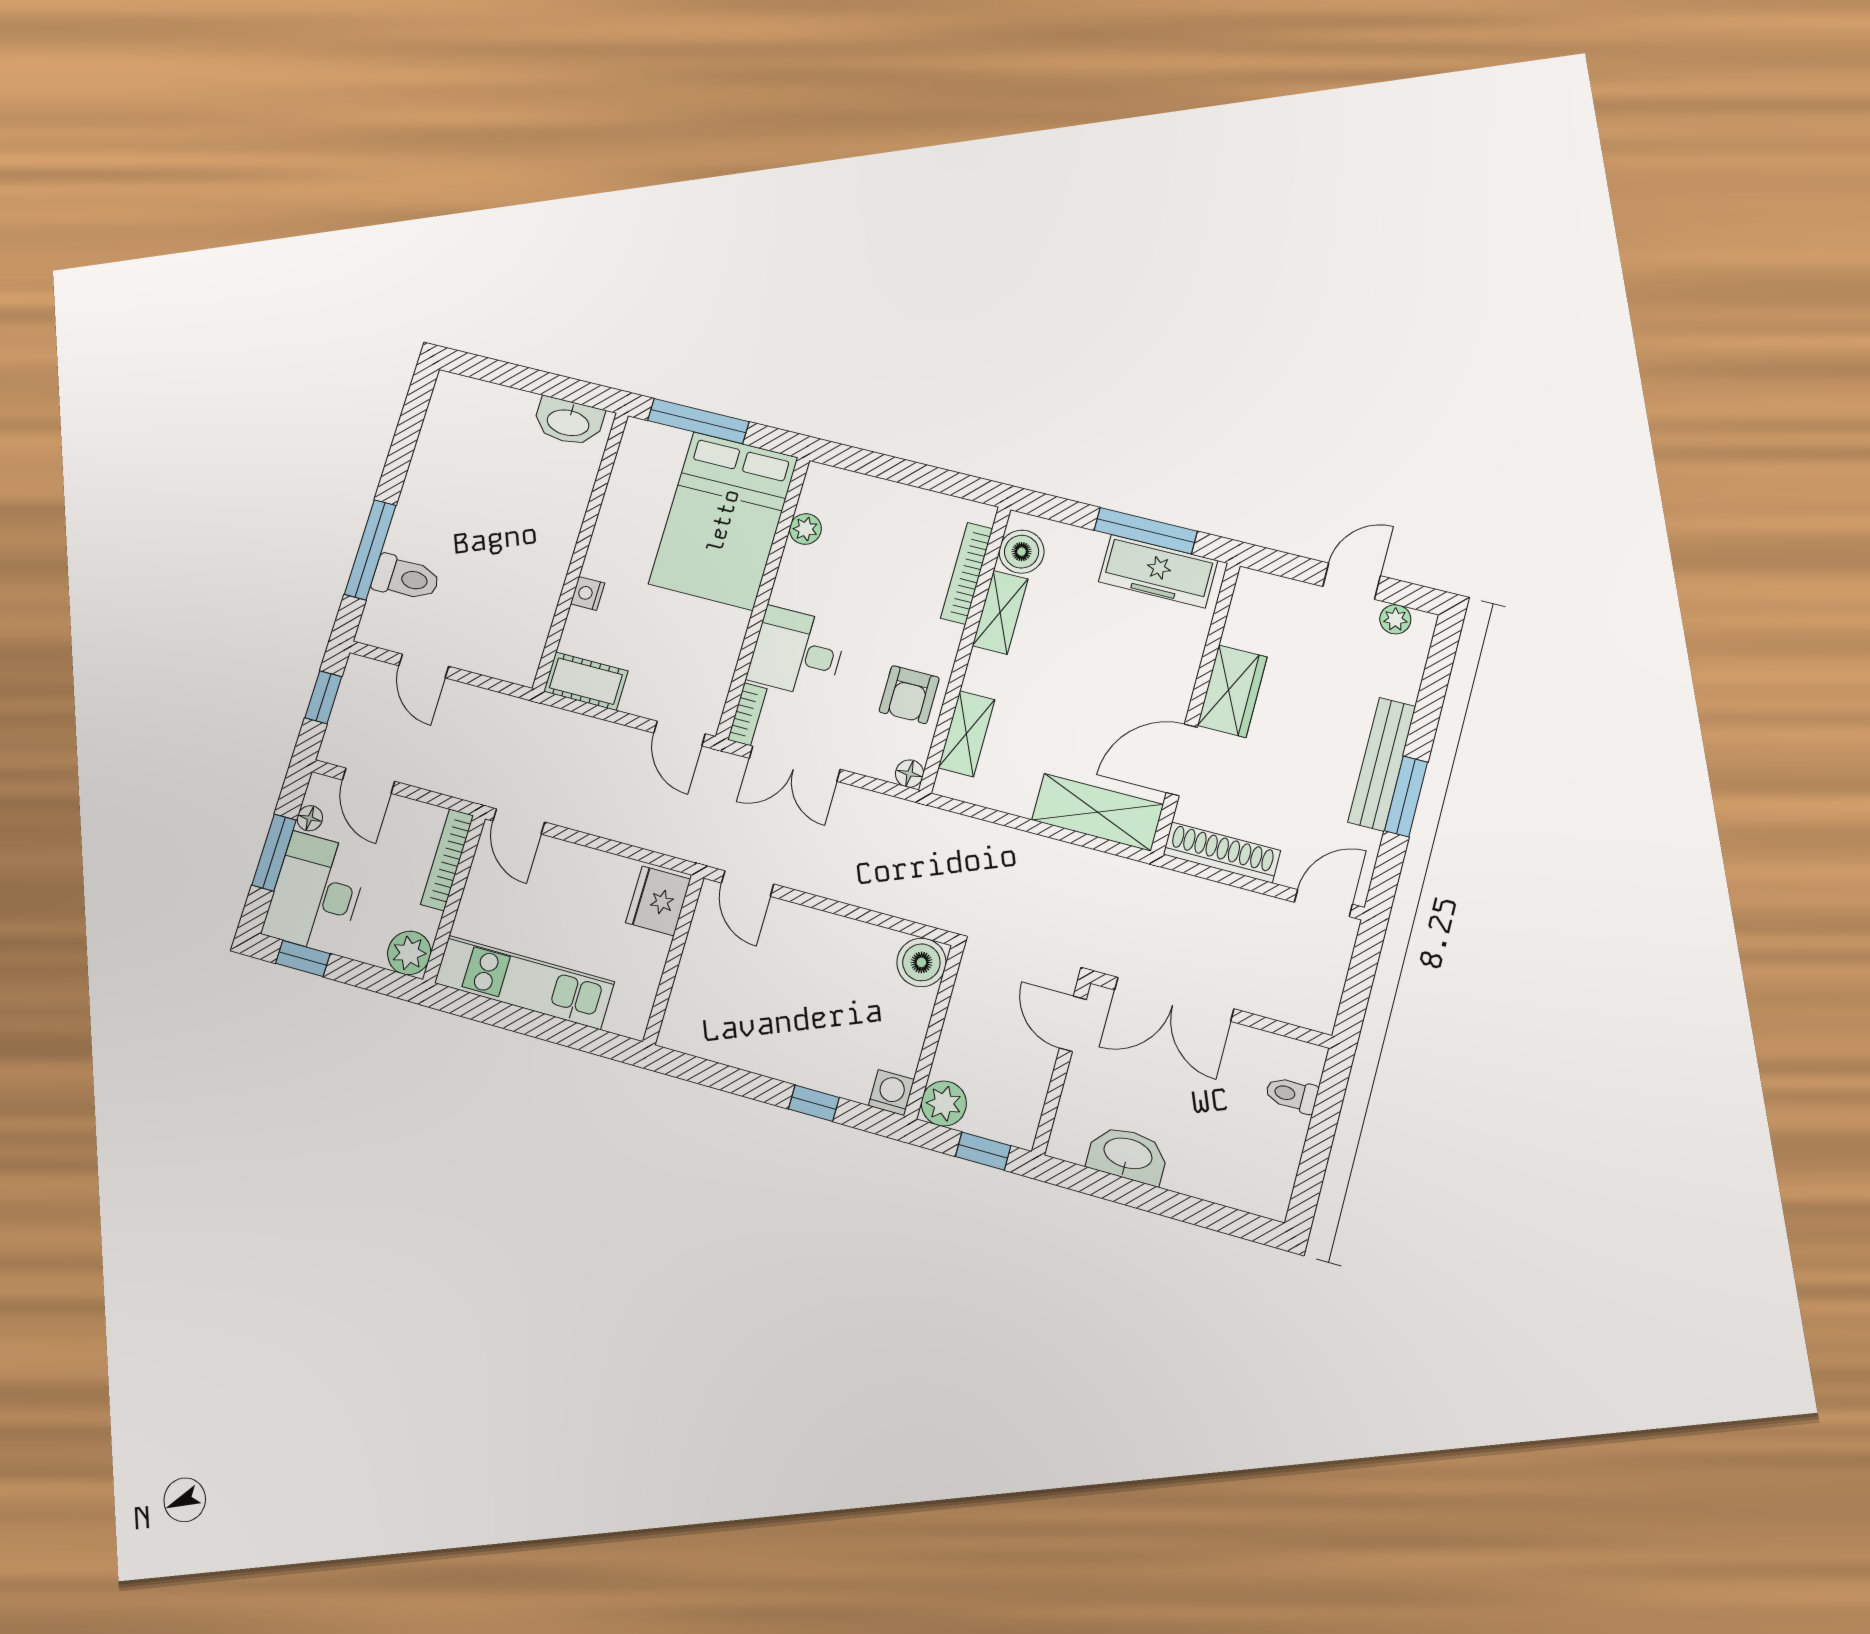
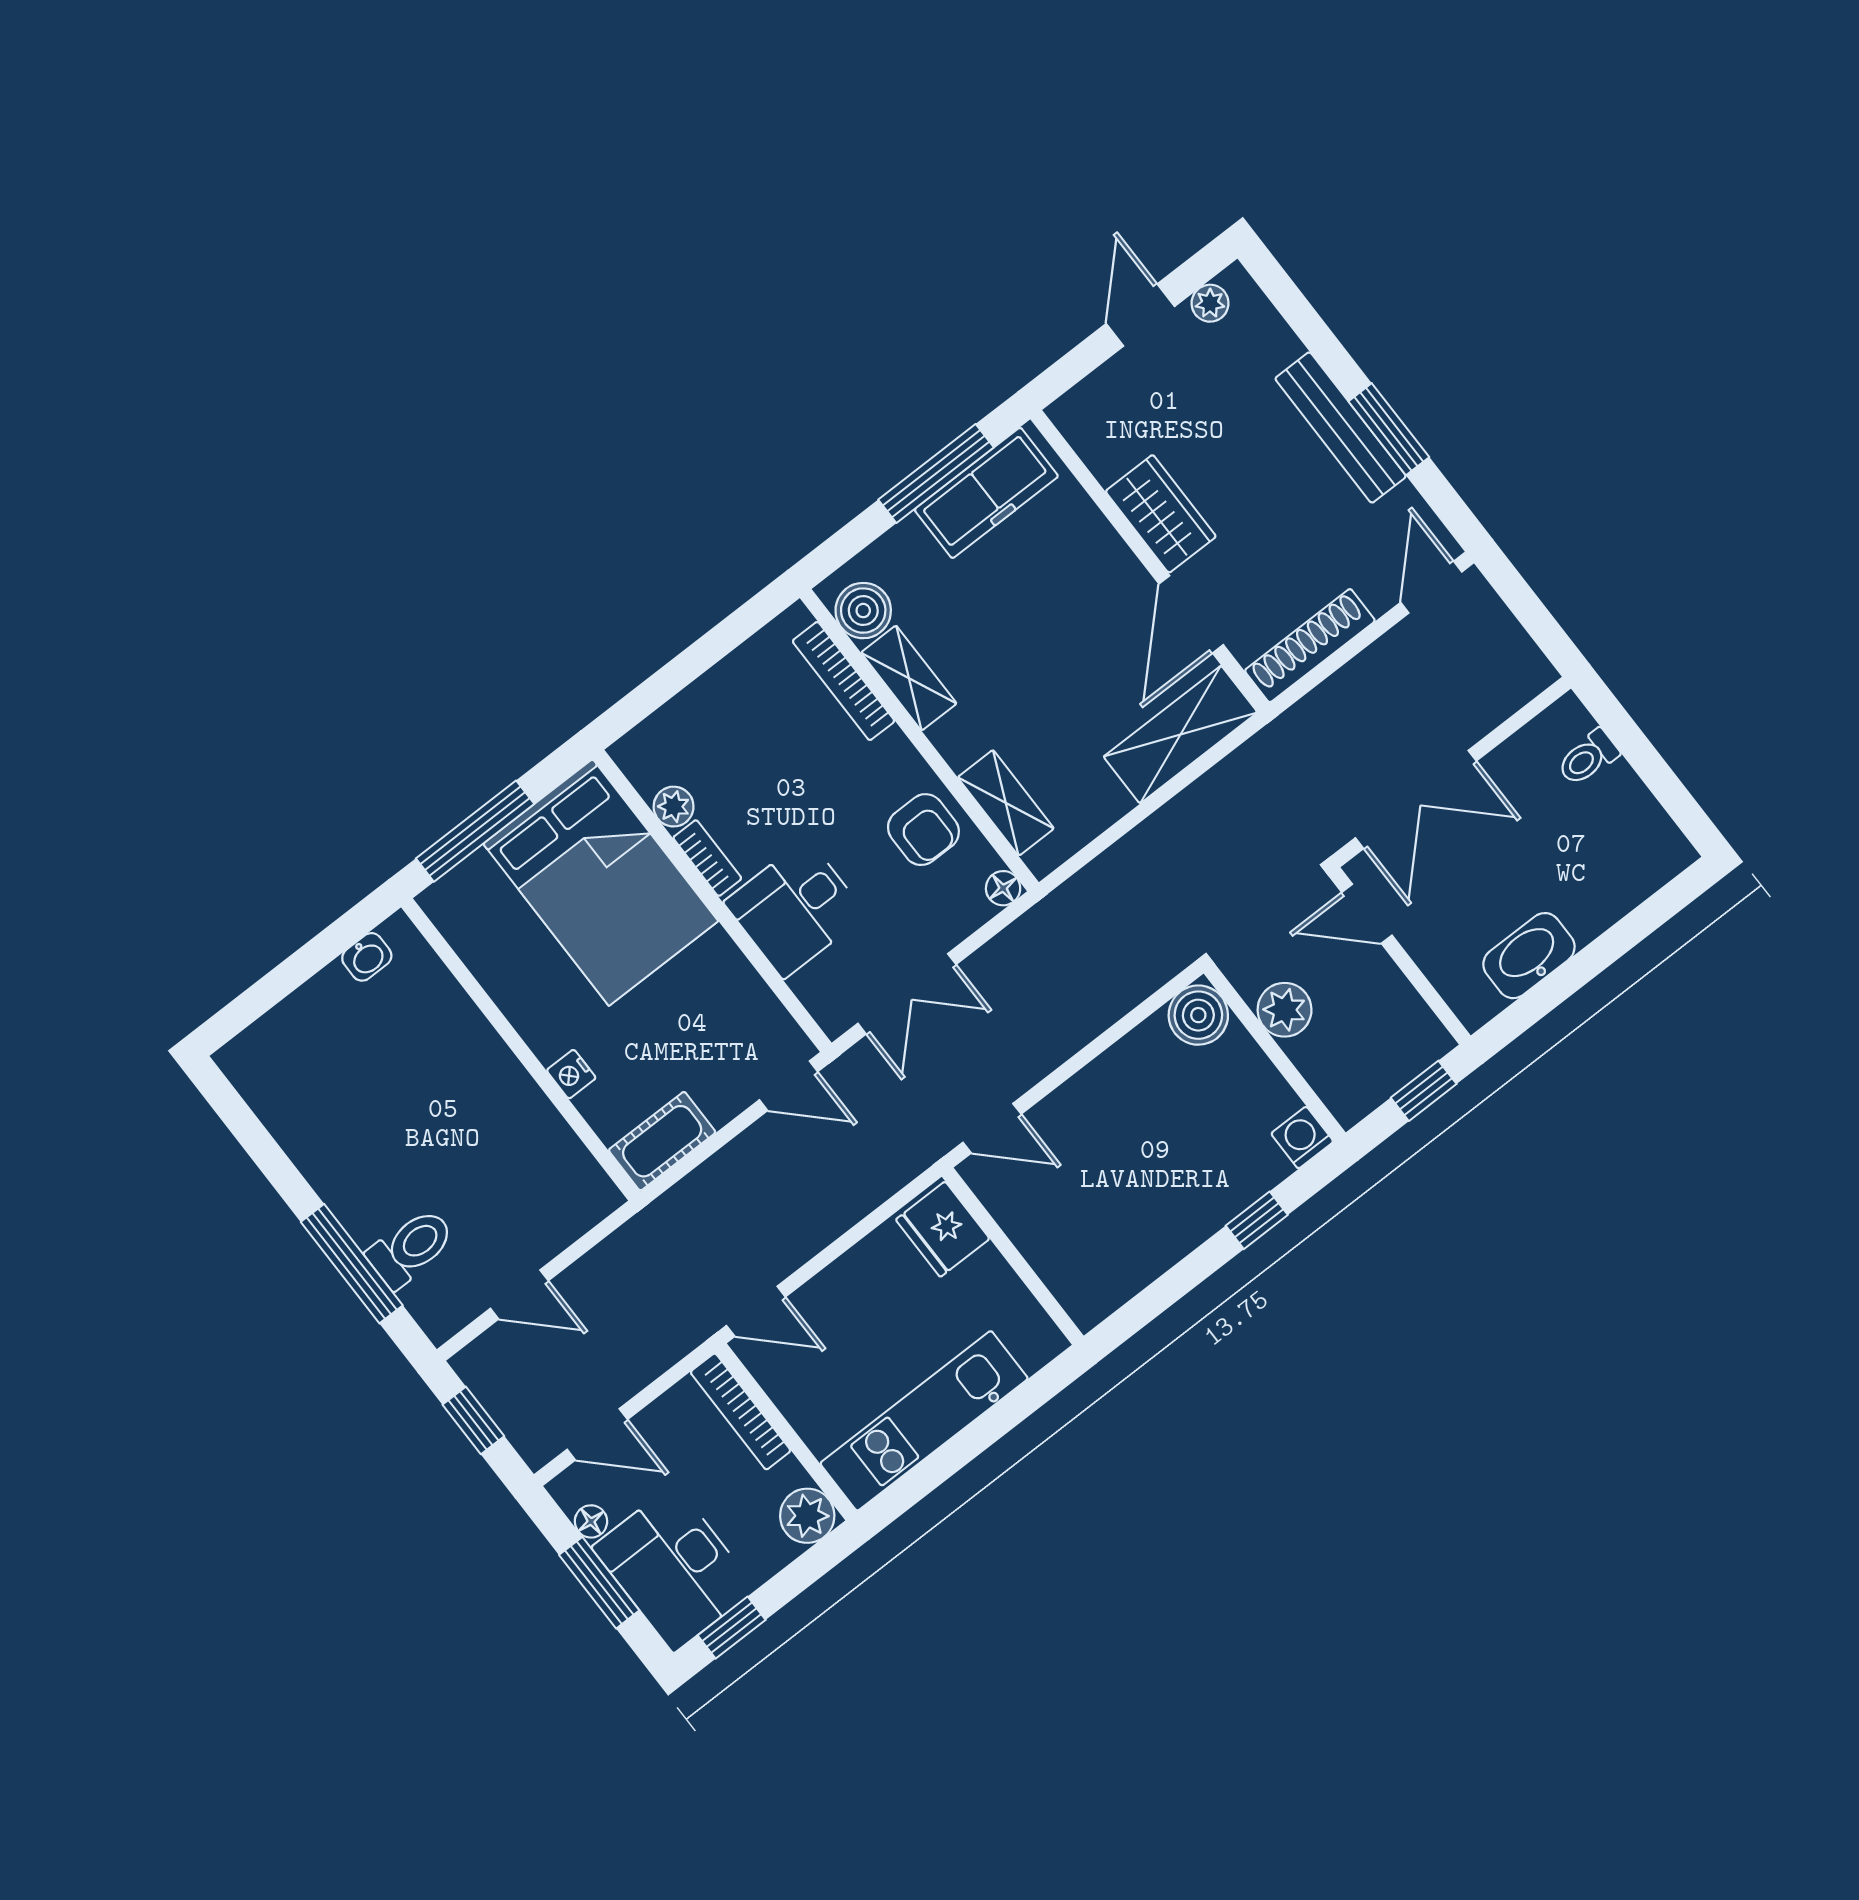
washbasin: (568, 422) -> (367, 957), width x0.52, depth x0.69
bookcase: (747, 714) -> (707, 858), moved
plant: (944, 1104) -> (1285, 1010), moved

